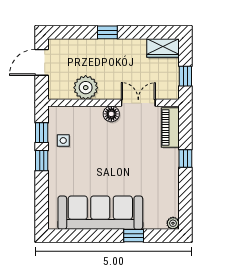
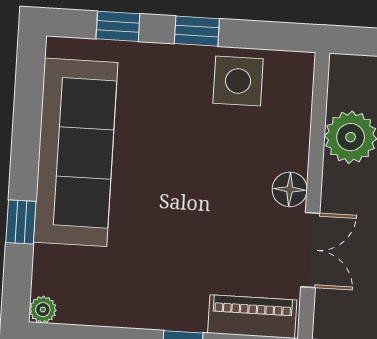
window: (42, 133) -> (118, 26), moved
side table: (63, 140) -> (238, 81), width x1.87, depth x1.87

